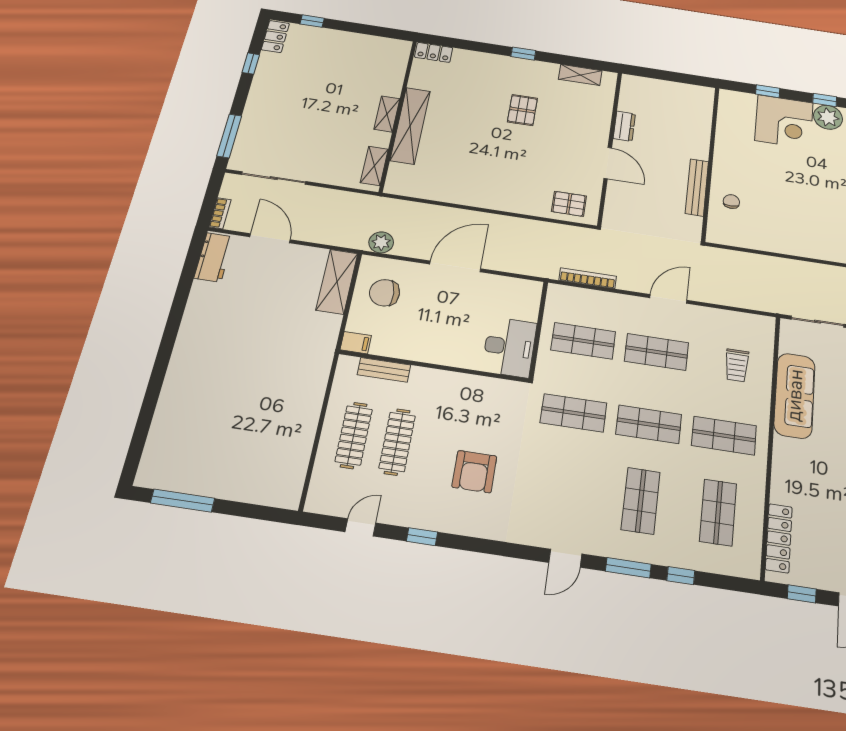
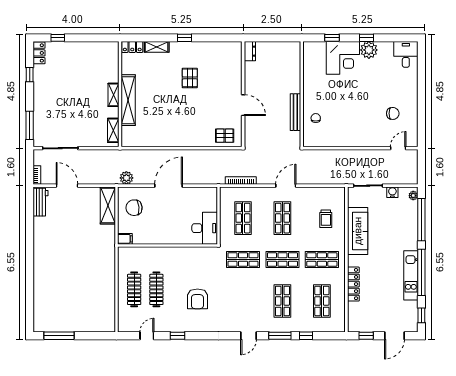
shelving: (580, 75) -> (157, 47), moved
dresser: (624, 126) -> (250, 51), moved
shop shelf: (583, 341) -> (243, 218), turned 90
shop shelf: (657, 352) -> (282, 218), turned 90
bench: (384, 370) -> (142, 252), removed
locker: (779, 538) -> (353, 284), moved

